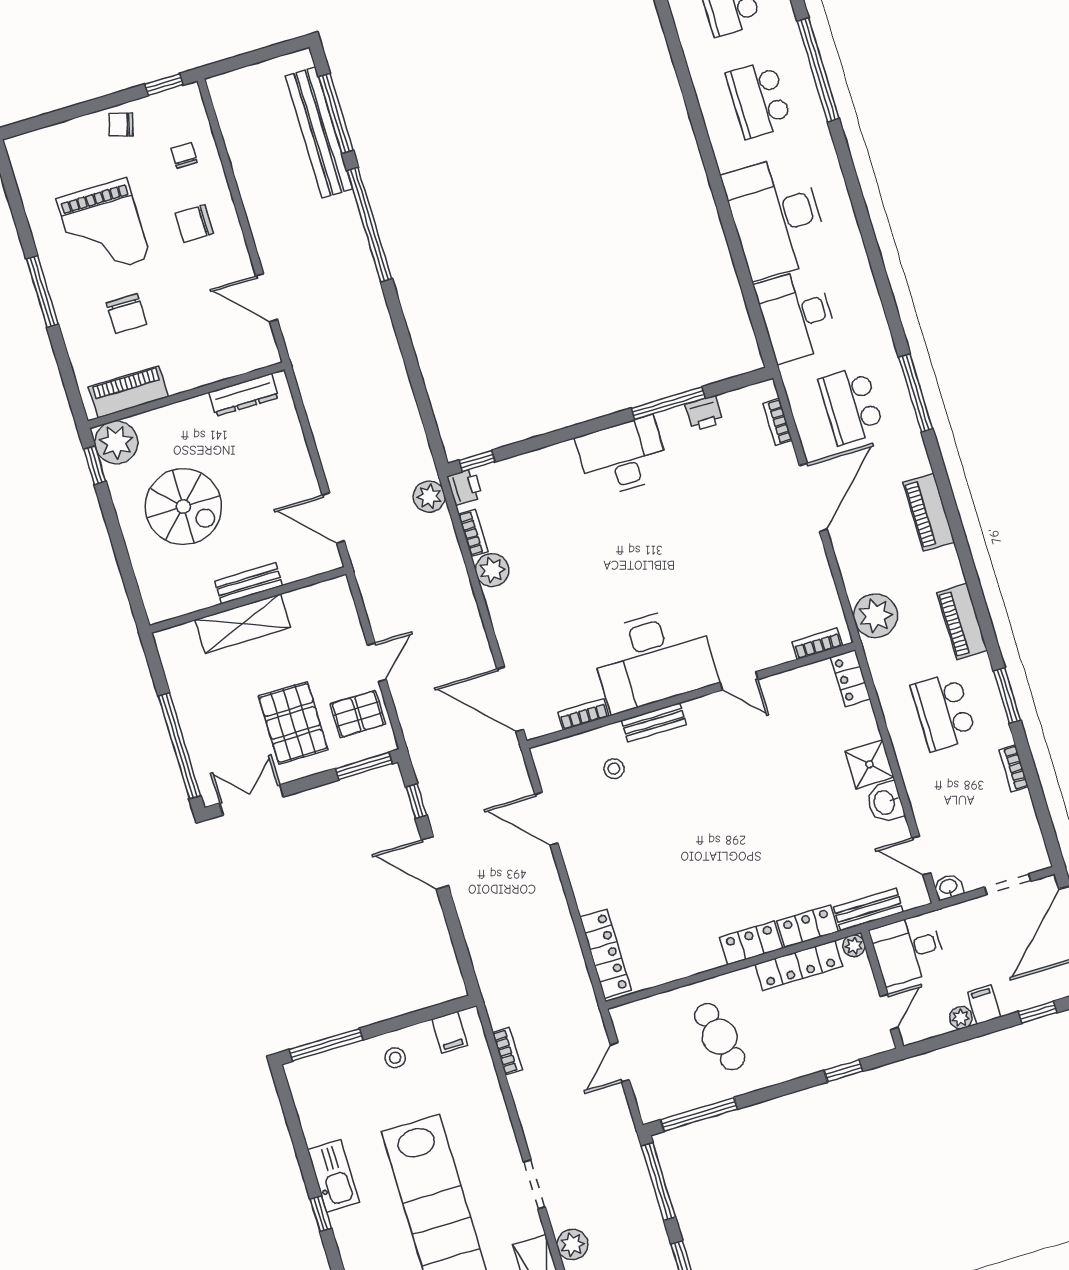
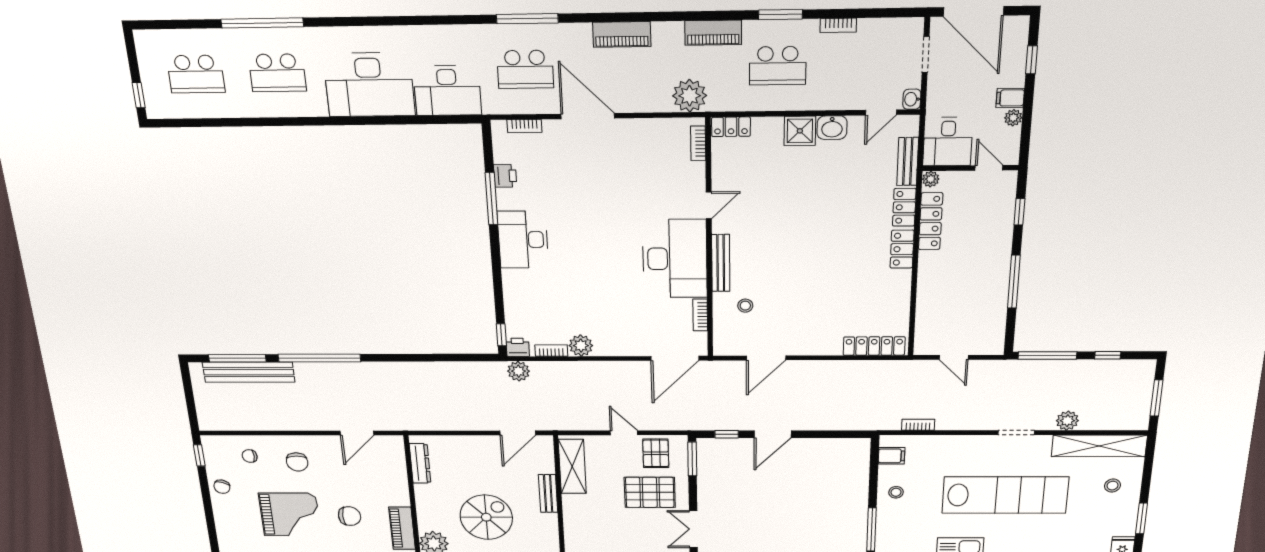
shelving: (243, 624) -> (572, 466), moved
bench: (654, 722) -> (721, 263), width x1.36
cafe table: (720, 1037) -> (961, 288), removed
window: (699, 1114) -> (1014, 282), moved

